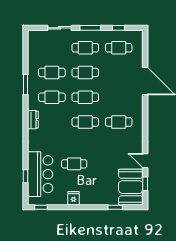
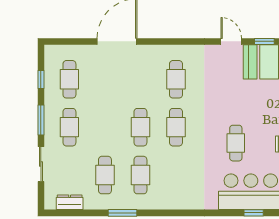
cafe table: (85, 72) -> (105, 127), removed
dresser: (33, 120) -> (70, 202), moved
door: (145, 161) -> (231, 41), swing flipped

